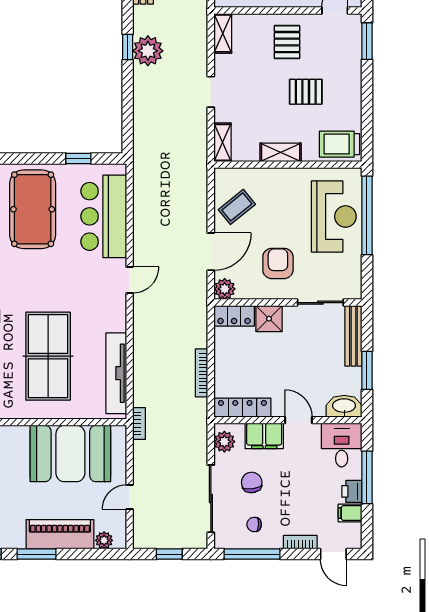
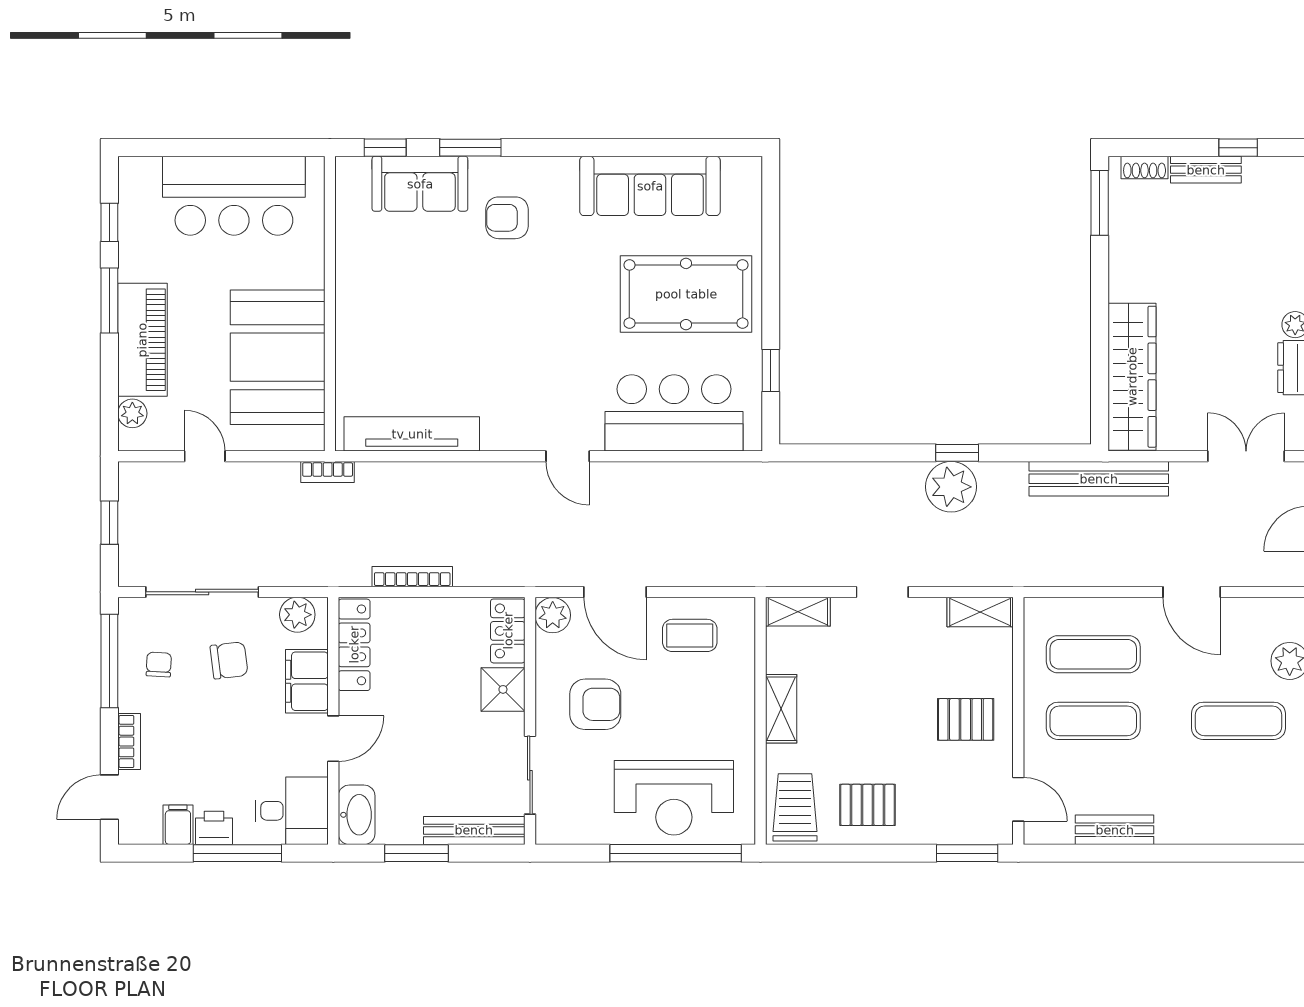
pallet: (306, 92) -> (868, 805), moved, turned 90
coffee table: (237, 207) -> (690, 635), turned -51
table tennis table: (48, 356) -> (440, 320), removed

